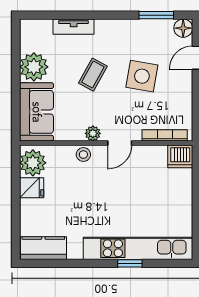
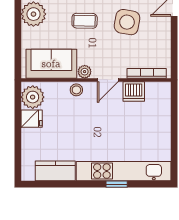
coffee table: (93, 75) -> (85, 21), turned 62
sofa: (36, 112) -> (51, 64), moved, turned -90
dishwasher: (180, 156) -> (134, 91), moved
kitchen counter: (43, 248) -> (55, 171), moved

